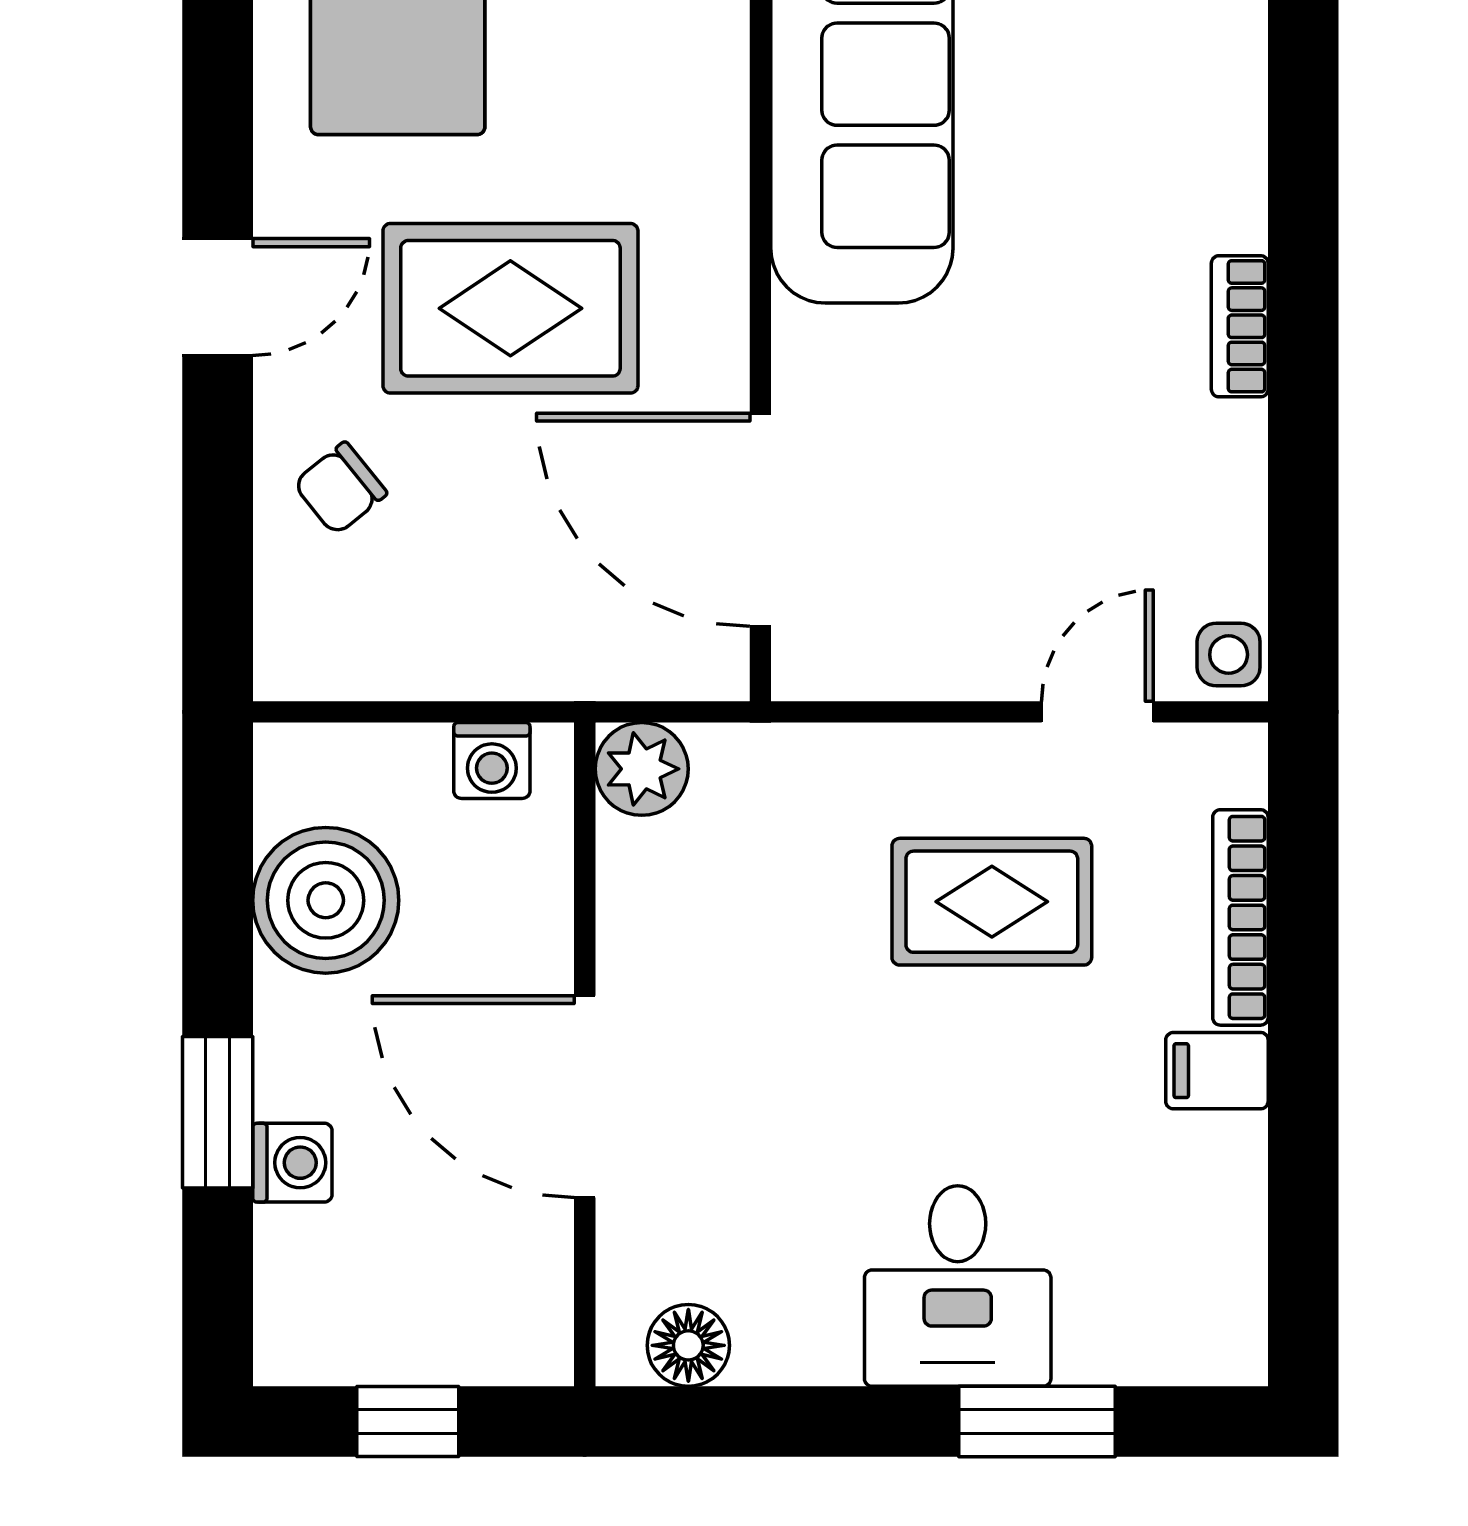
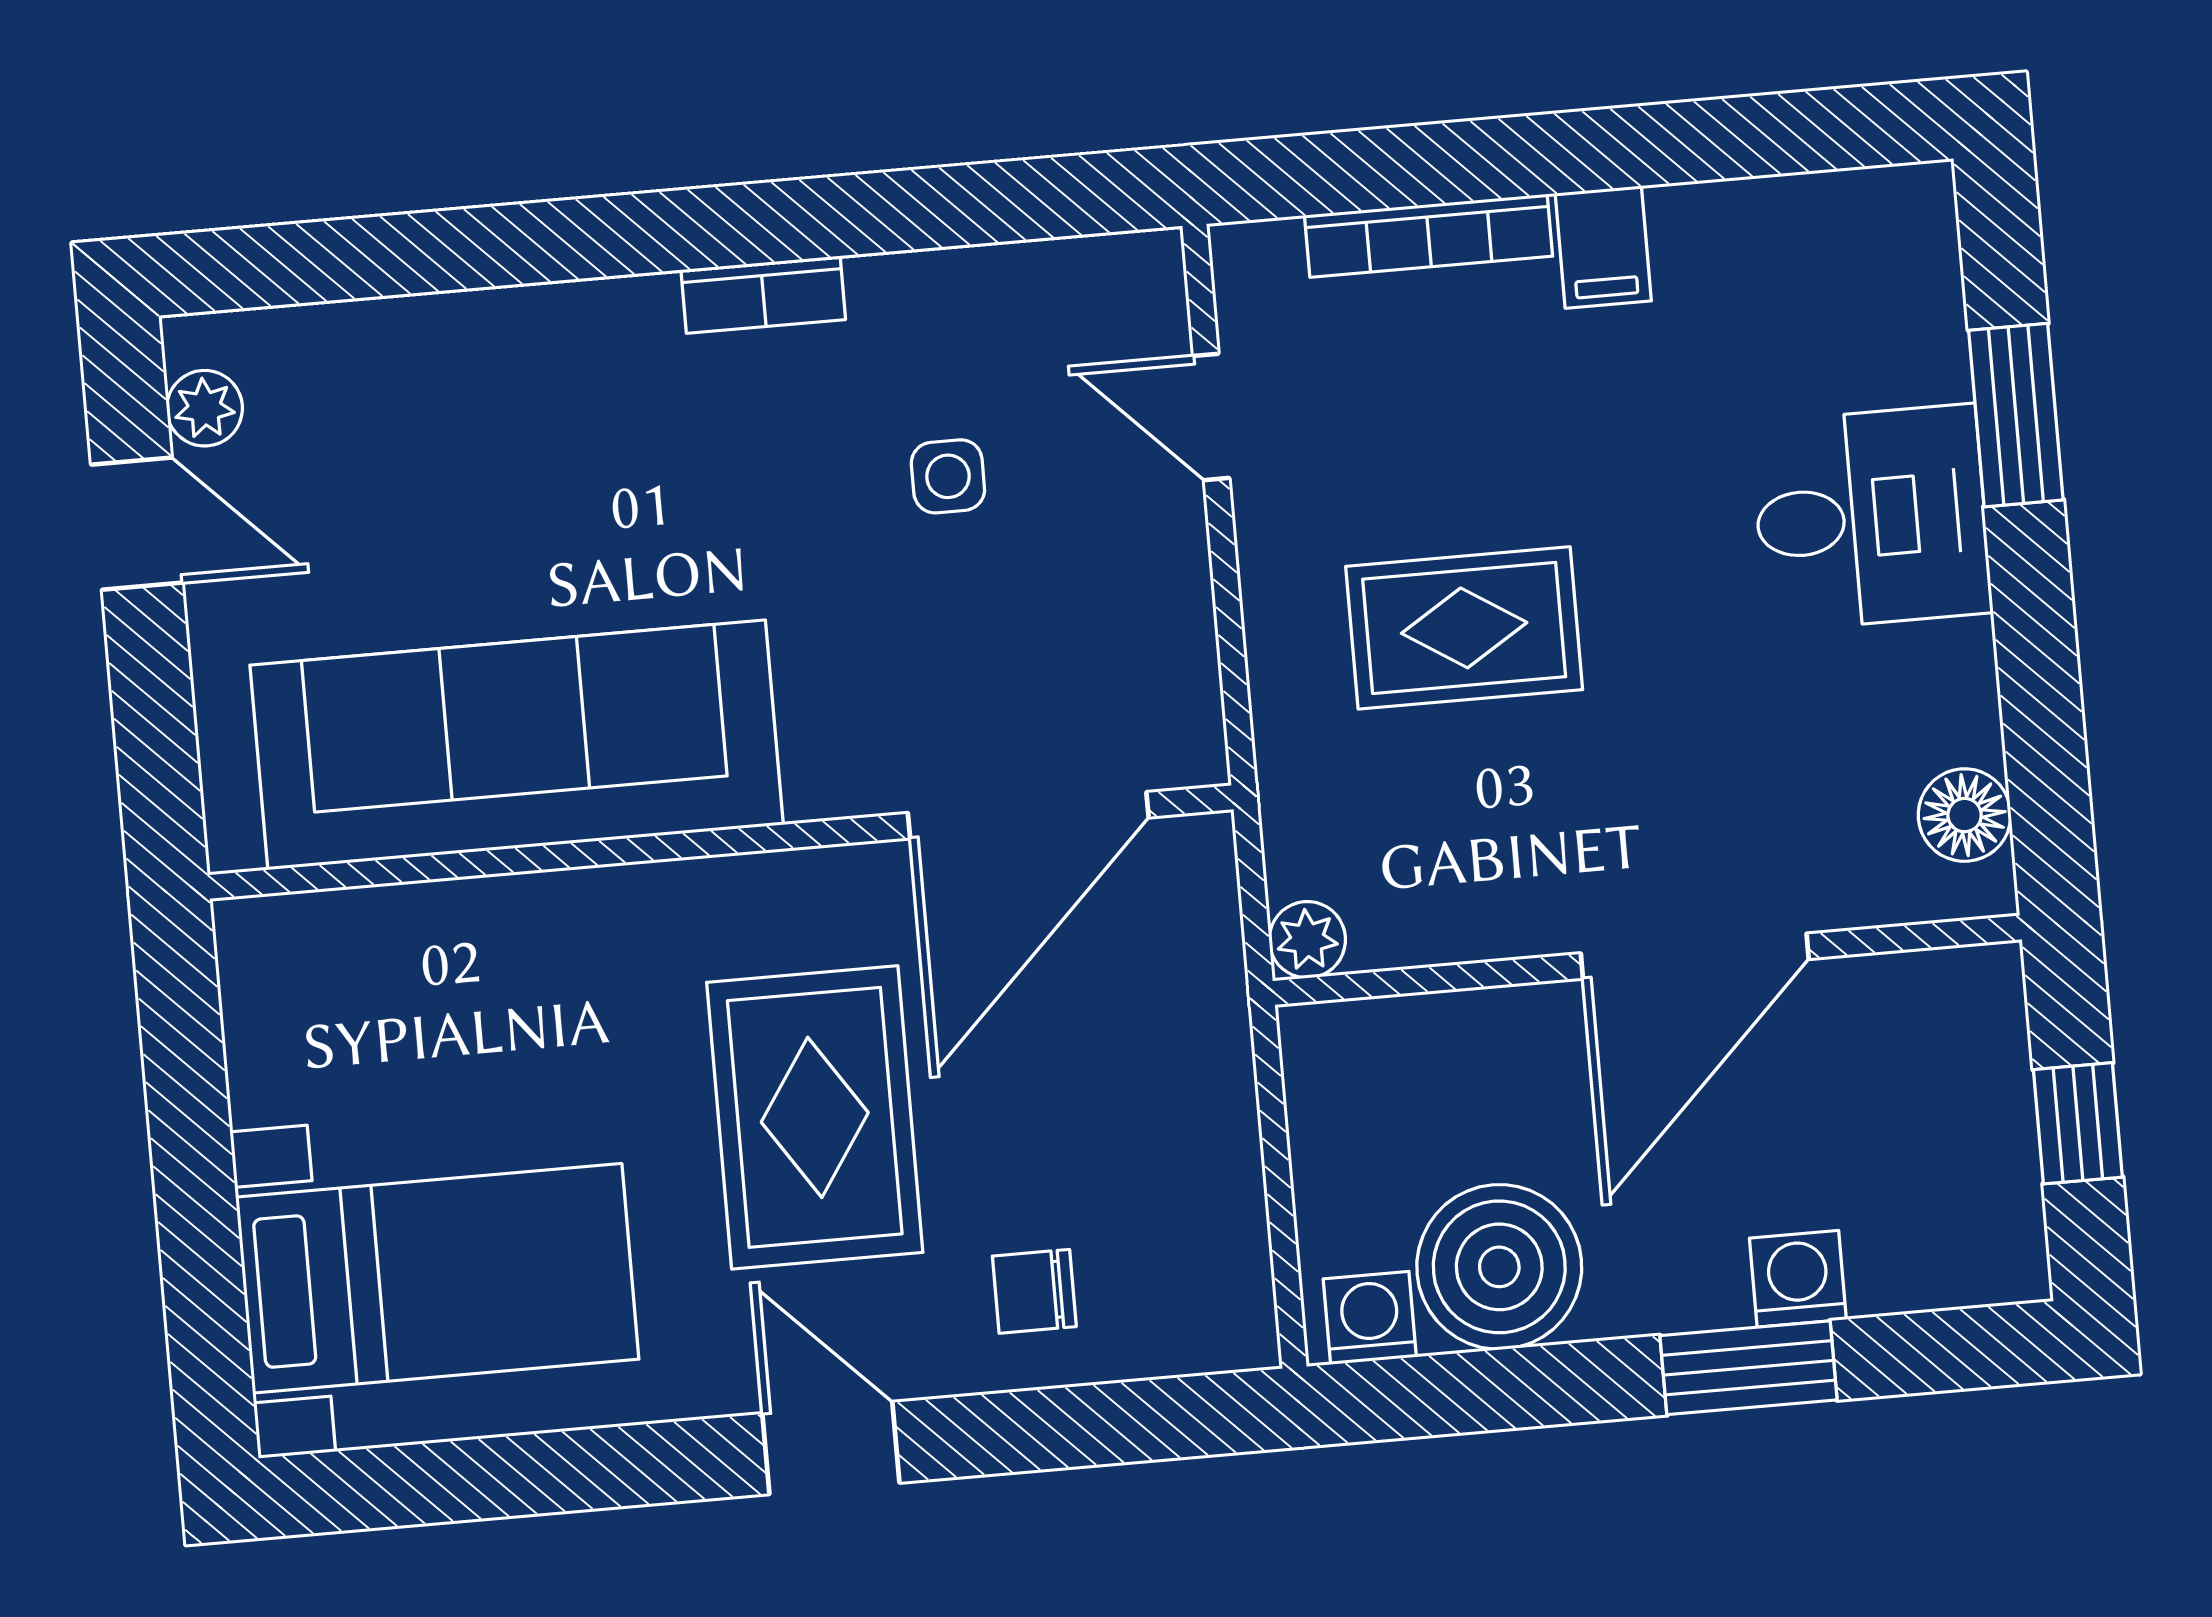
chair: (340, 488) -> (1034, 1291), turned 129
side table: (1229, 655) -> (948, 476), moved
washing machine: (492, 760) -> (1370, 1318), moved, turned -90
plant: (642, 769) -> (1307, 940), width x0.73, depth x0.73
rug: (992, 902) -> (1464, 628), moved, turned 90

